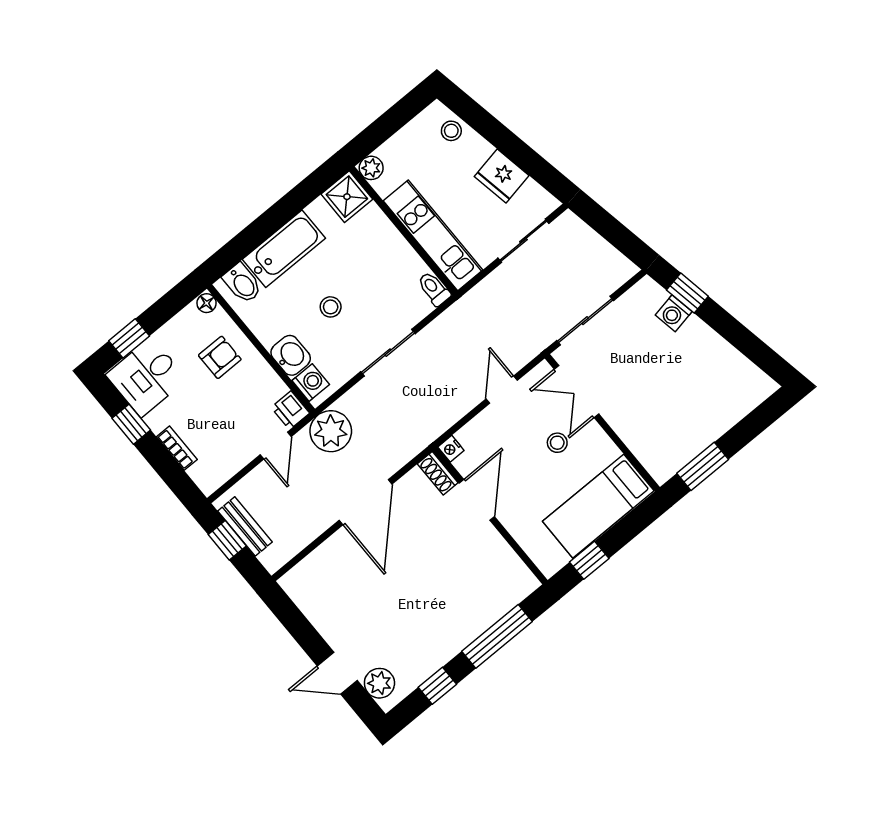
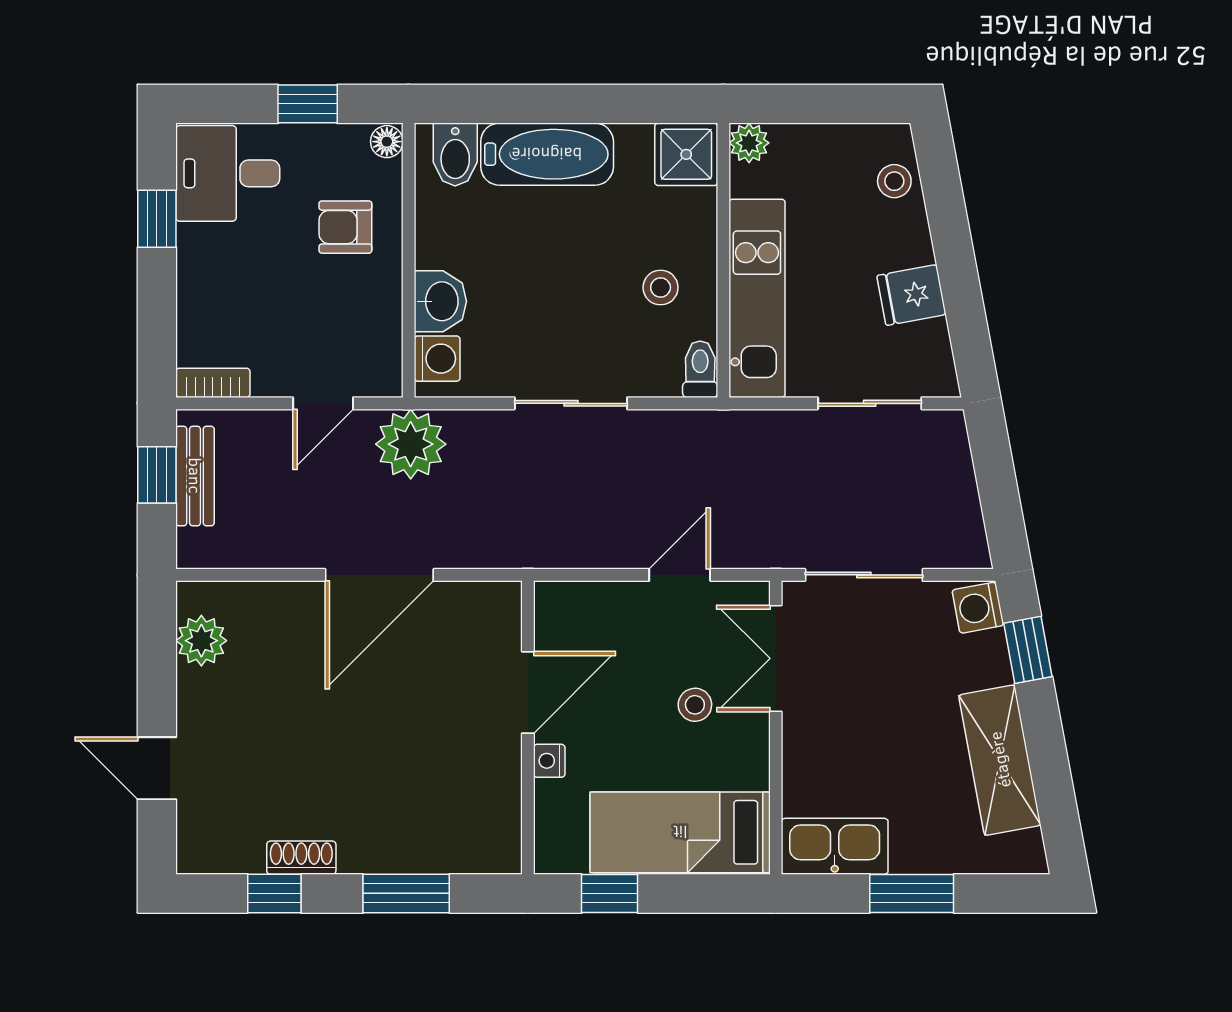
fridge: (502, 176) -> (911, 295), width x0.72
stool: (331, 307) -> (661, 288), moved
washing machine: (674, 313) -> (978, 608), moved
window: (129, 338) -> (308, 104), moved
shelving: (716, 354) -> (1000, 760), added
armchair: (220, 357) -> (345, 227), turned 180
printer: (290, 410) -> (380, 373), removed
bookcase: (177, 448) -> (213, 383), moved, turned -90
nightstand: (451, 449) -> (549, 761), moved
kitchen sink: (674, 454) -> (835, 846), added
window: (703, 466) -> (912, 893), moved
shoe rack: (438, 473) -> (301, 858), moved, turned 90
window: (497, 636) -> (406, 893), width x0.69
plant: (379, 683) -> (201, 641), moved

